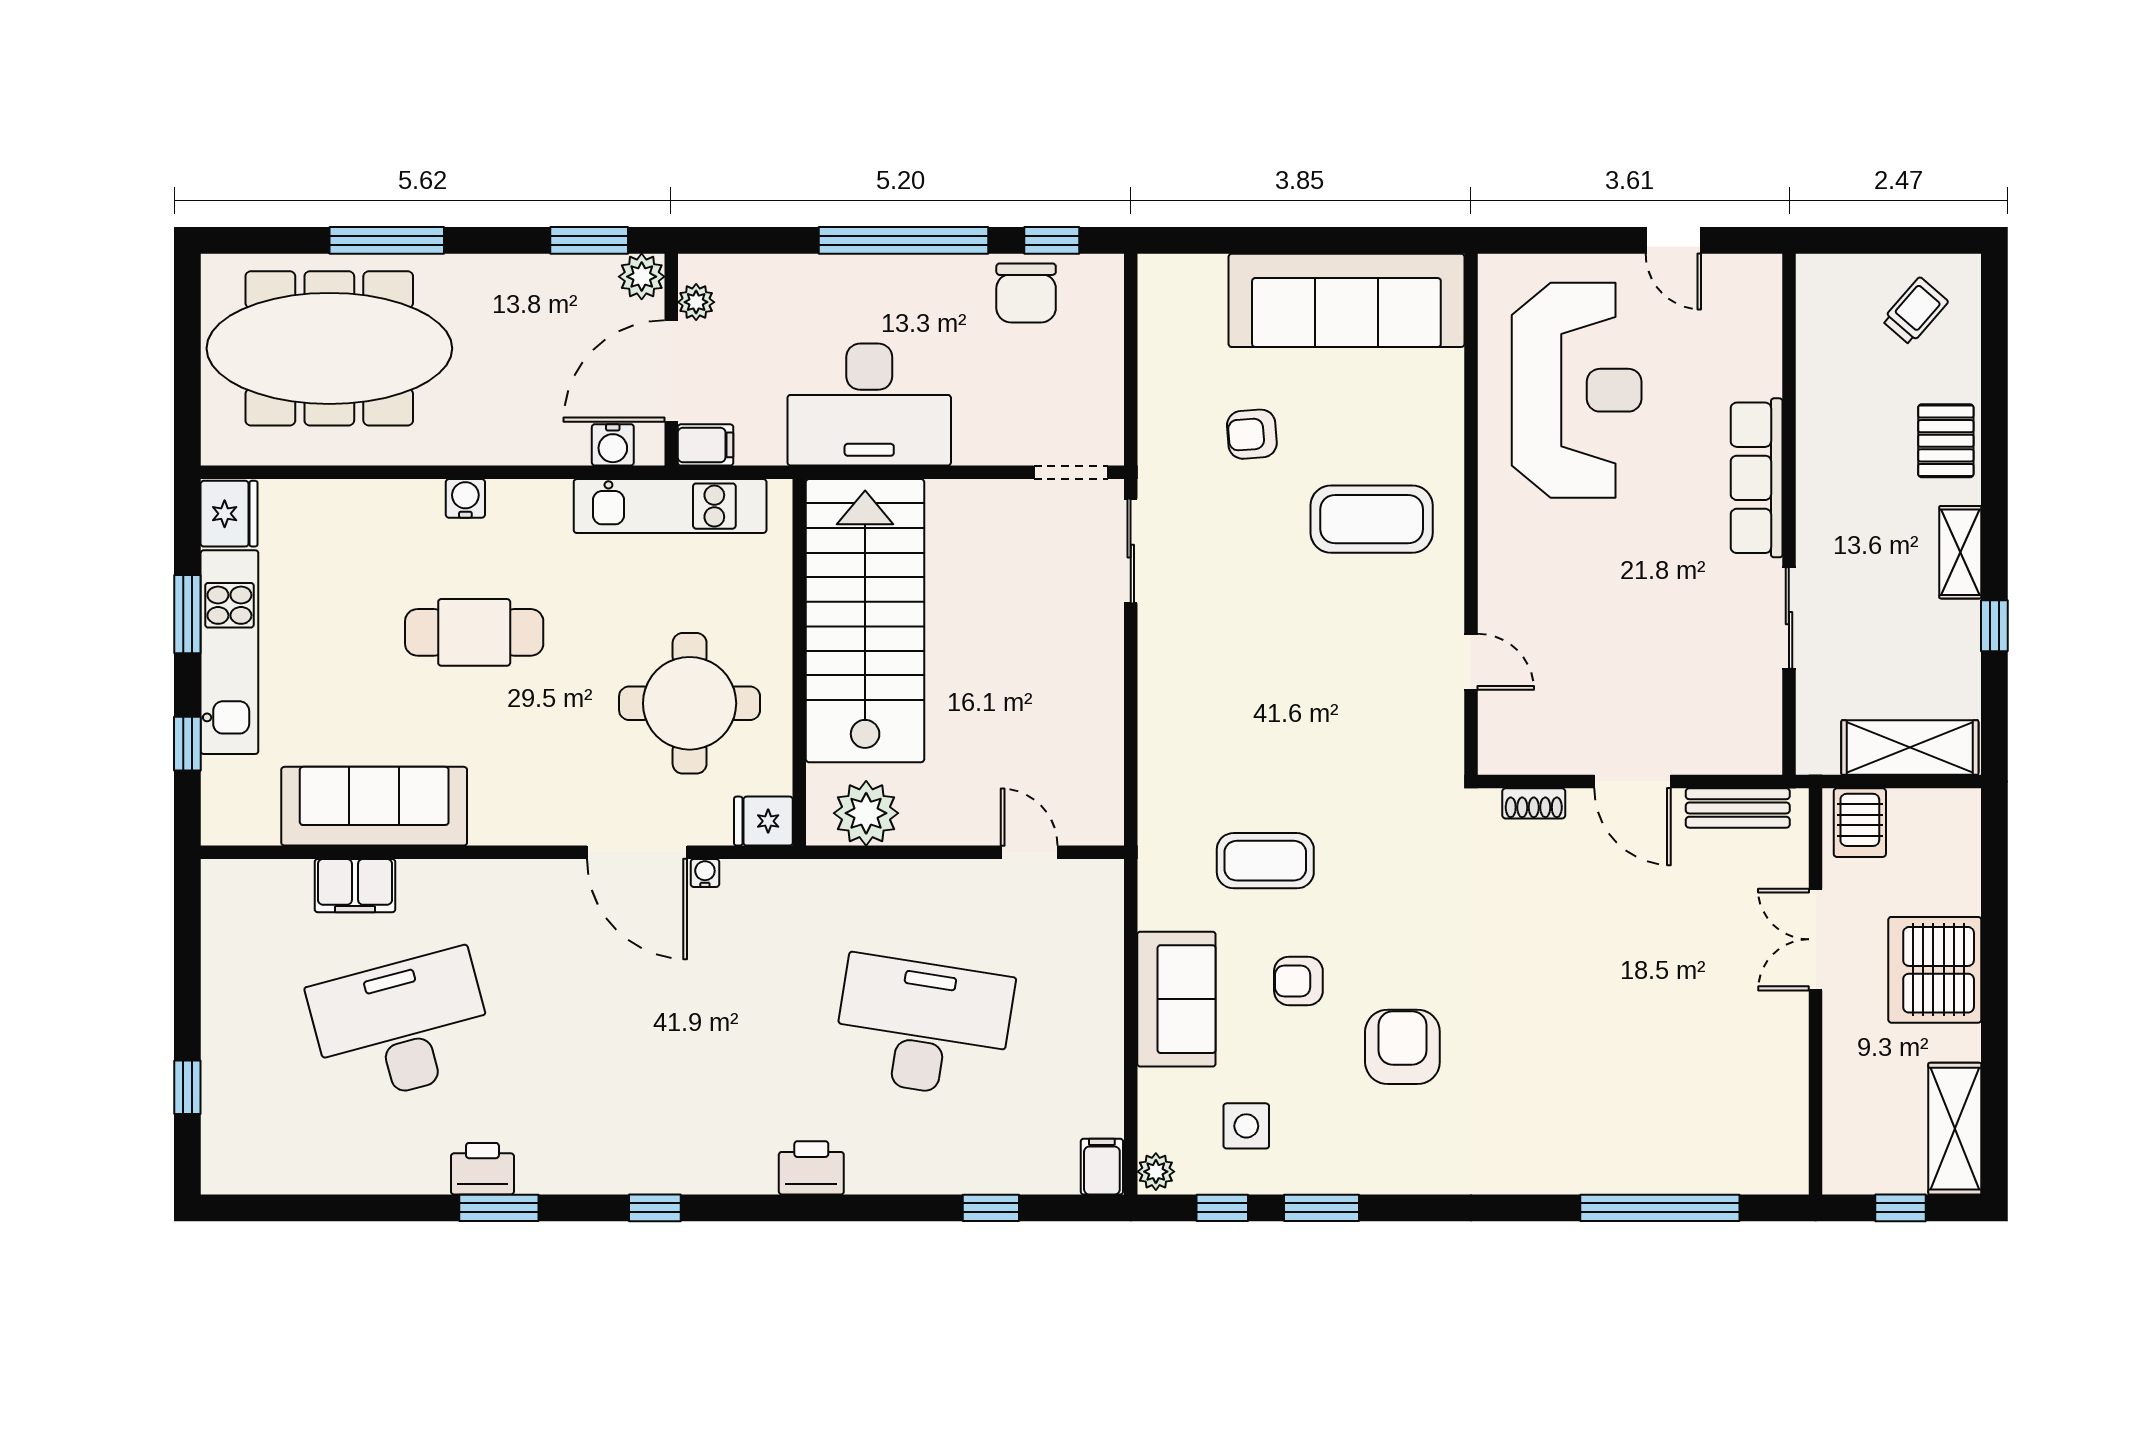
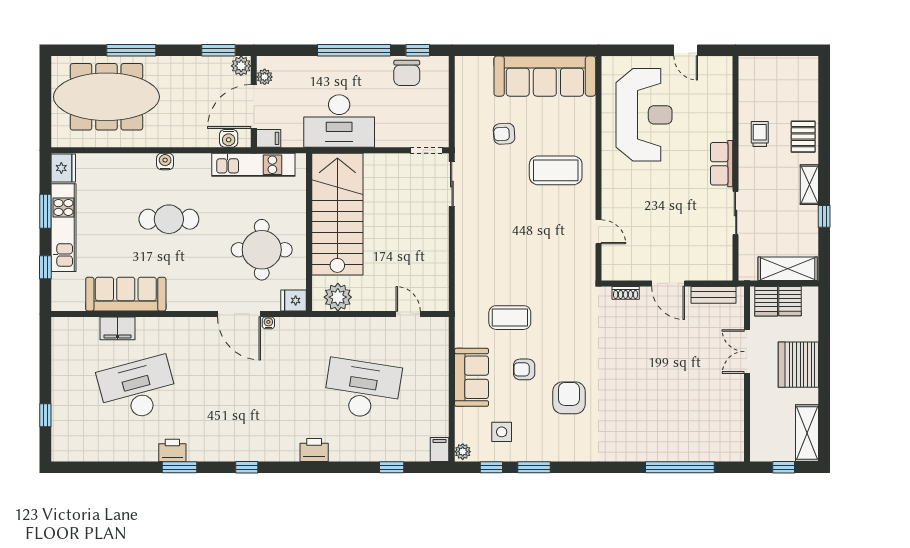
trolley: (1915, 311) -> (760, 134), moved, turned -41
row of seats: (1757, 478) -> (722, 164), width x0.68
server rack: (1915, 822) -> (790, 301), added

